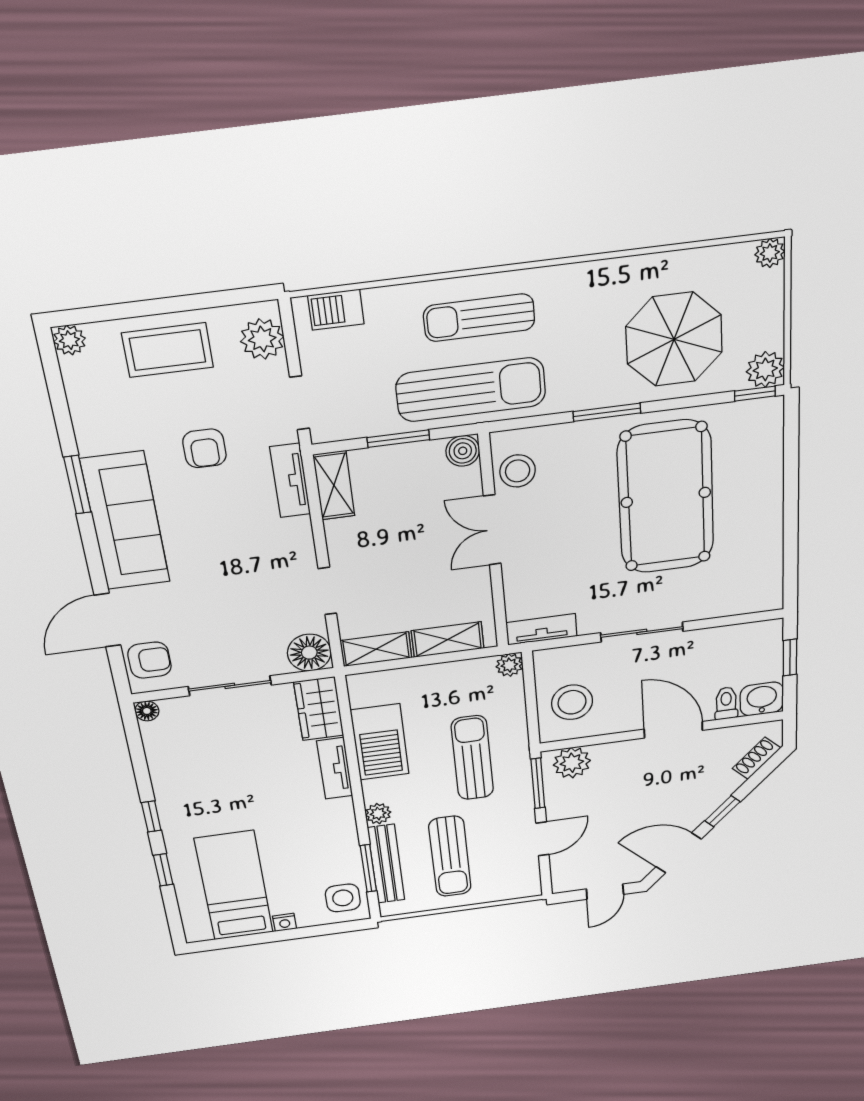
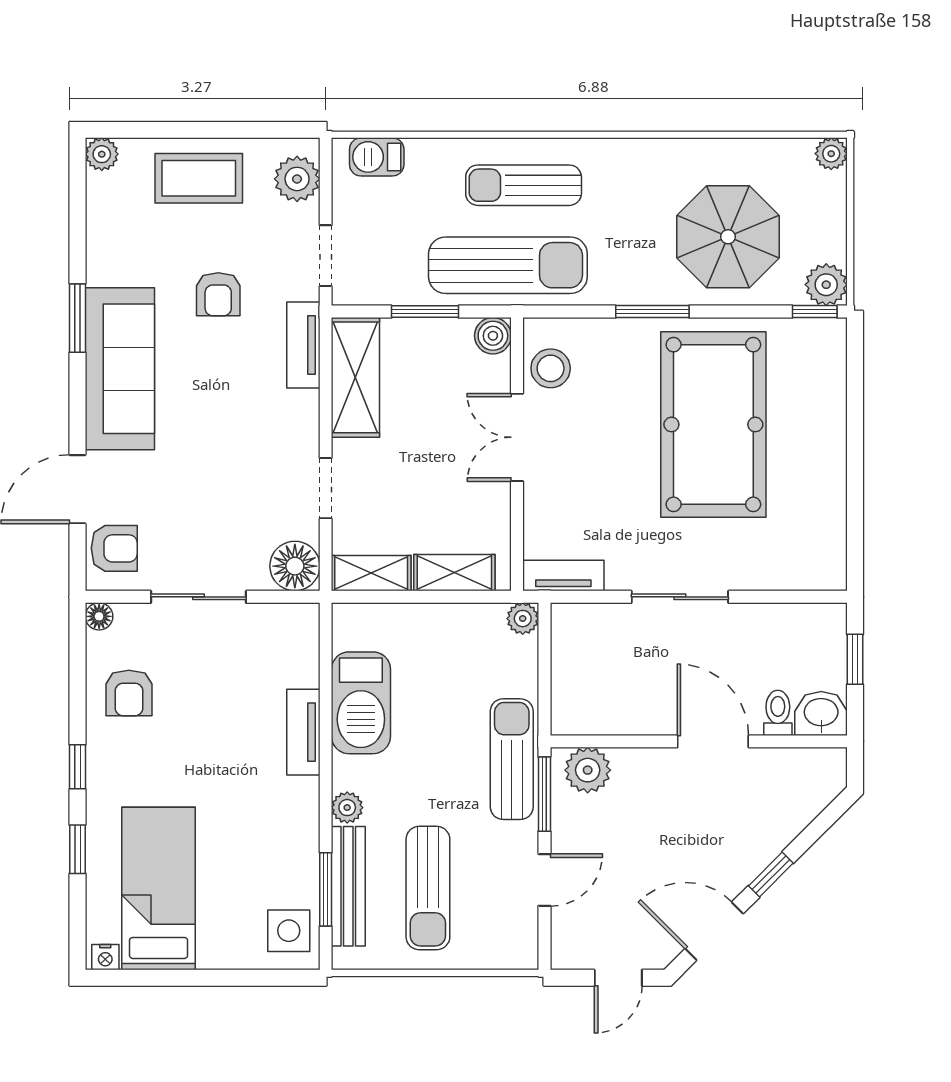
shelving: (334, 485) -> (355, 377), width x1.50, depth x1.33
stool: (572, 702) -> (593, 682), removed
wardrobe: (319, 709) -> (296, 644), removed
sun lounger: (472, 758) -> (512, 759), moved
shoe rack: (757, 758) -> (814, 800), removed
armchair: (184, 761) -> (129, 693), added
nightstand: (285, 922) -> (105, 957), moved

